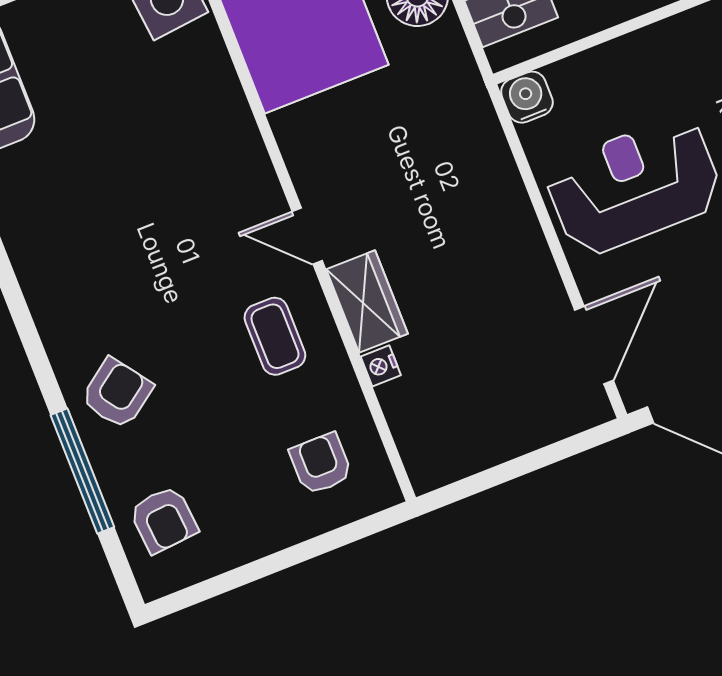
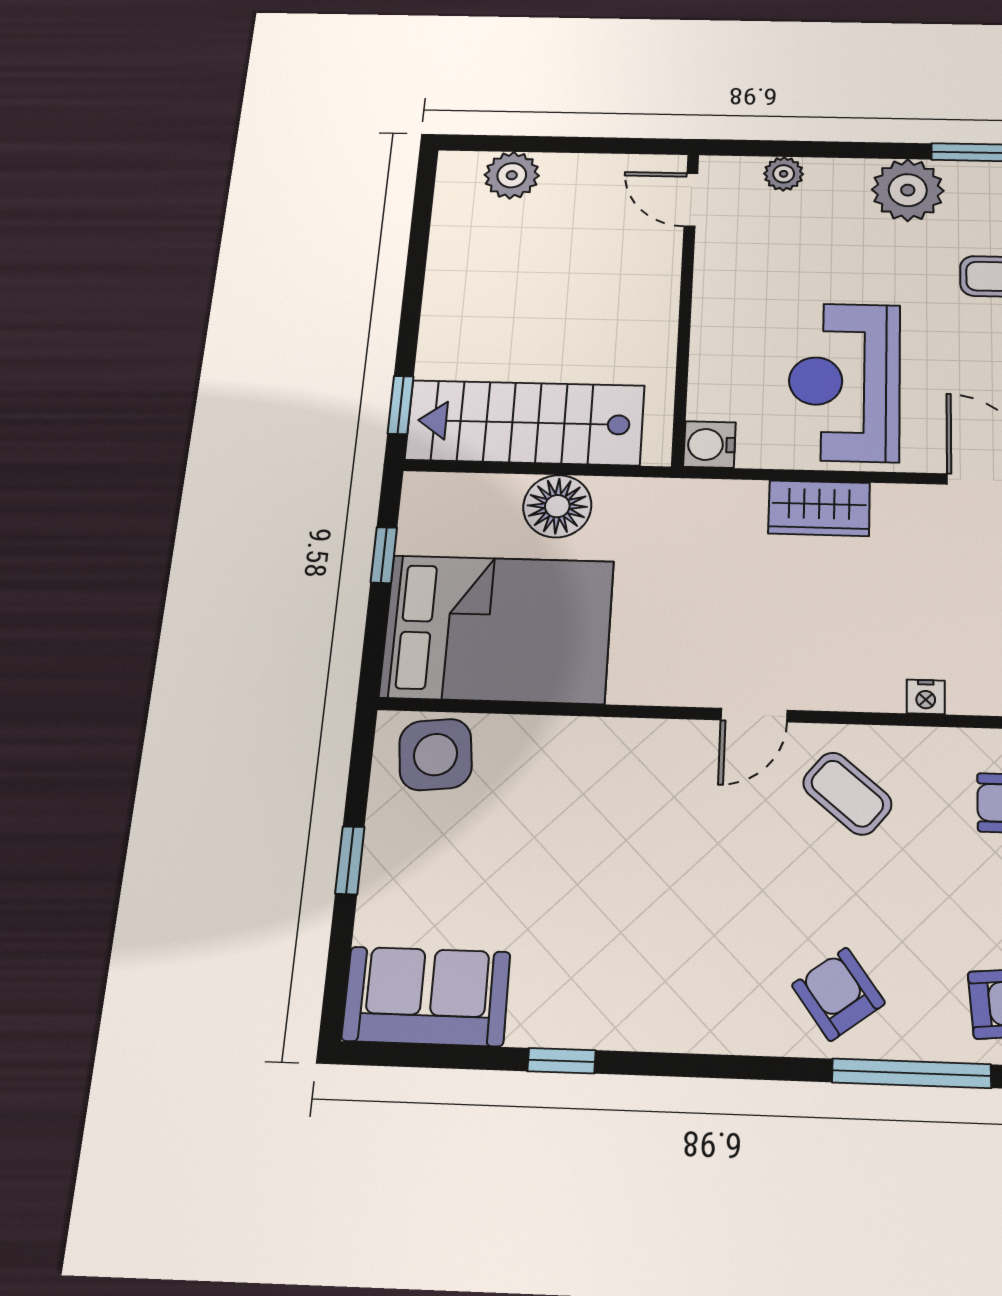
wardrobe: (367, 301) -> (819, 508), moved, turned 180
coffee table: (275, 336) -> (847, 794), turned 40

